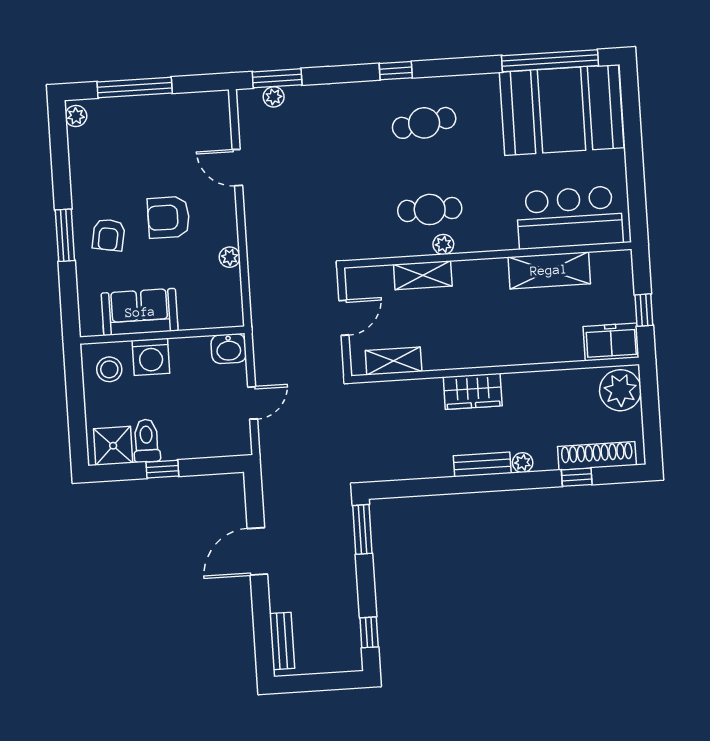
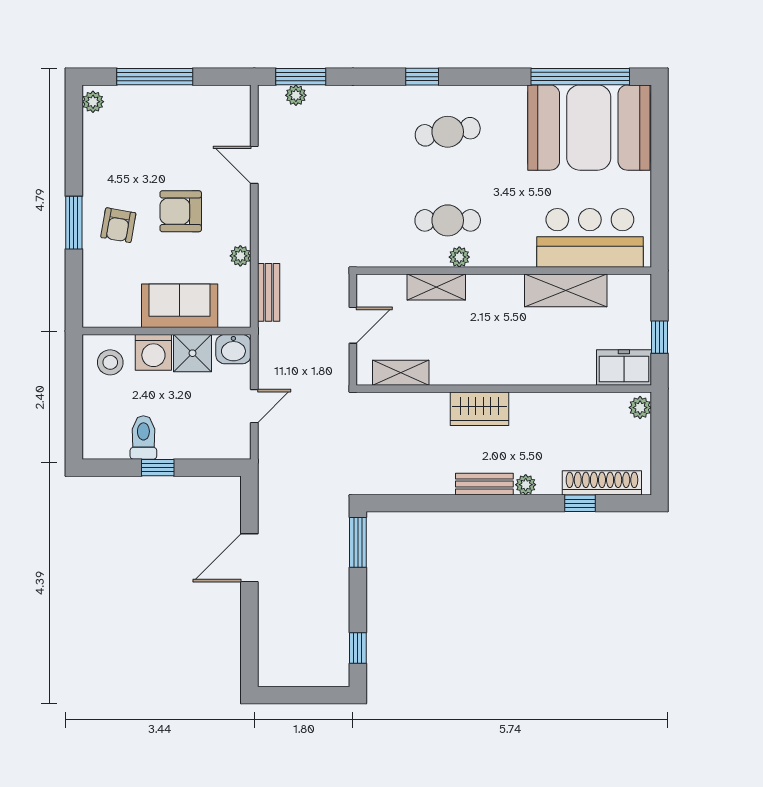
sofa: (140, 312) -> (180, 306), moved
plant: (620, 390) -> (640, 408), width x0.53, depth x0.53
shower: (113, 446) -> (193, 353), moved
bench: (282, 641) -> (269, 292), moved

